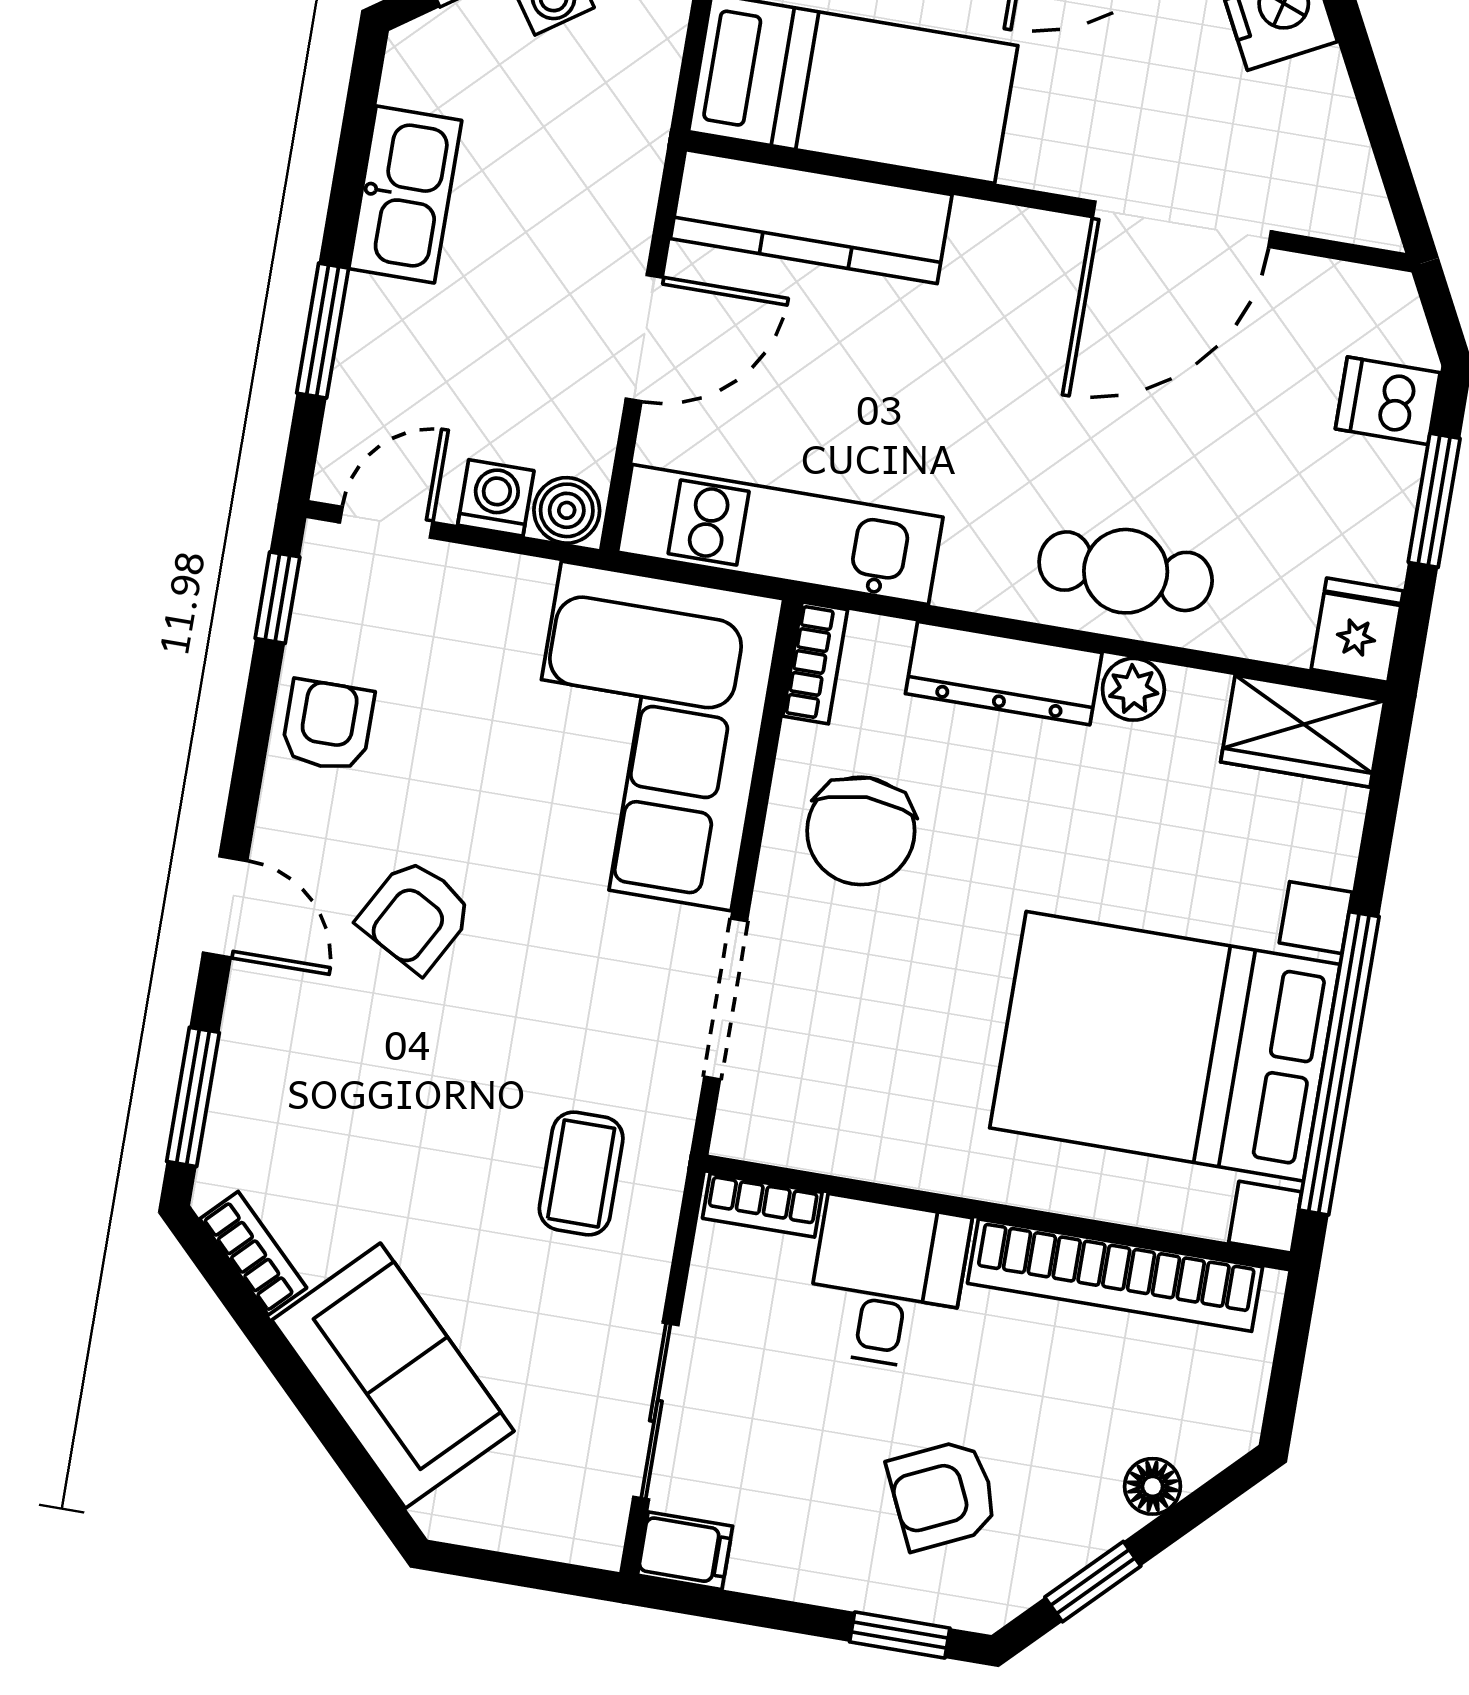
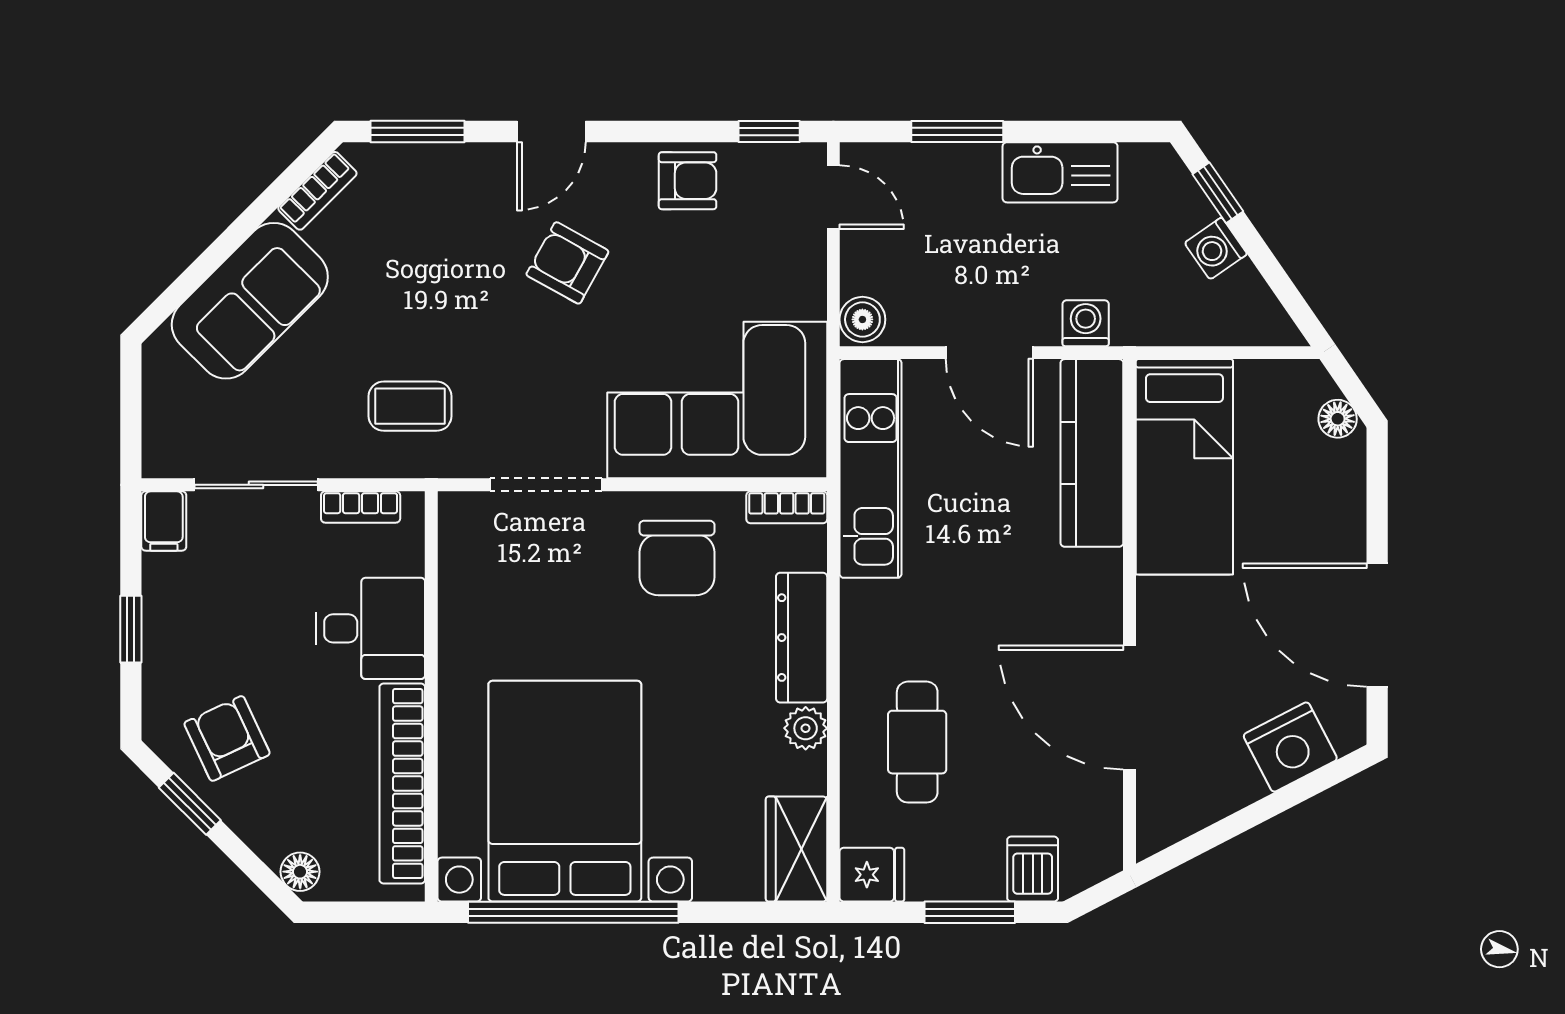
washing machine: (496, 498) -> (1086, 323), moved, turned -90
cafe table: (1126, 571) -> (917, 742), moved
chair: (861, 831) -> (677, 558), turned -90
bookcase: (762, 1205) -> (361, 507), moved, turned -90
floor lamp: (1153, 1486) -> (300, 872), moved
armchair: (943, 1495) -> (227, 738), moved
window: (900, 1635) -> (131, 629), moved

